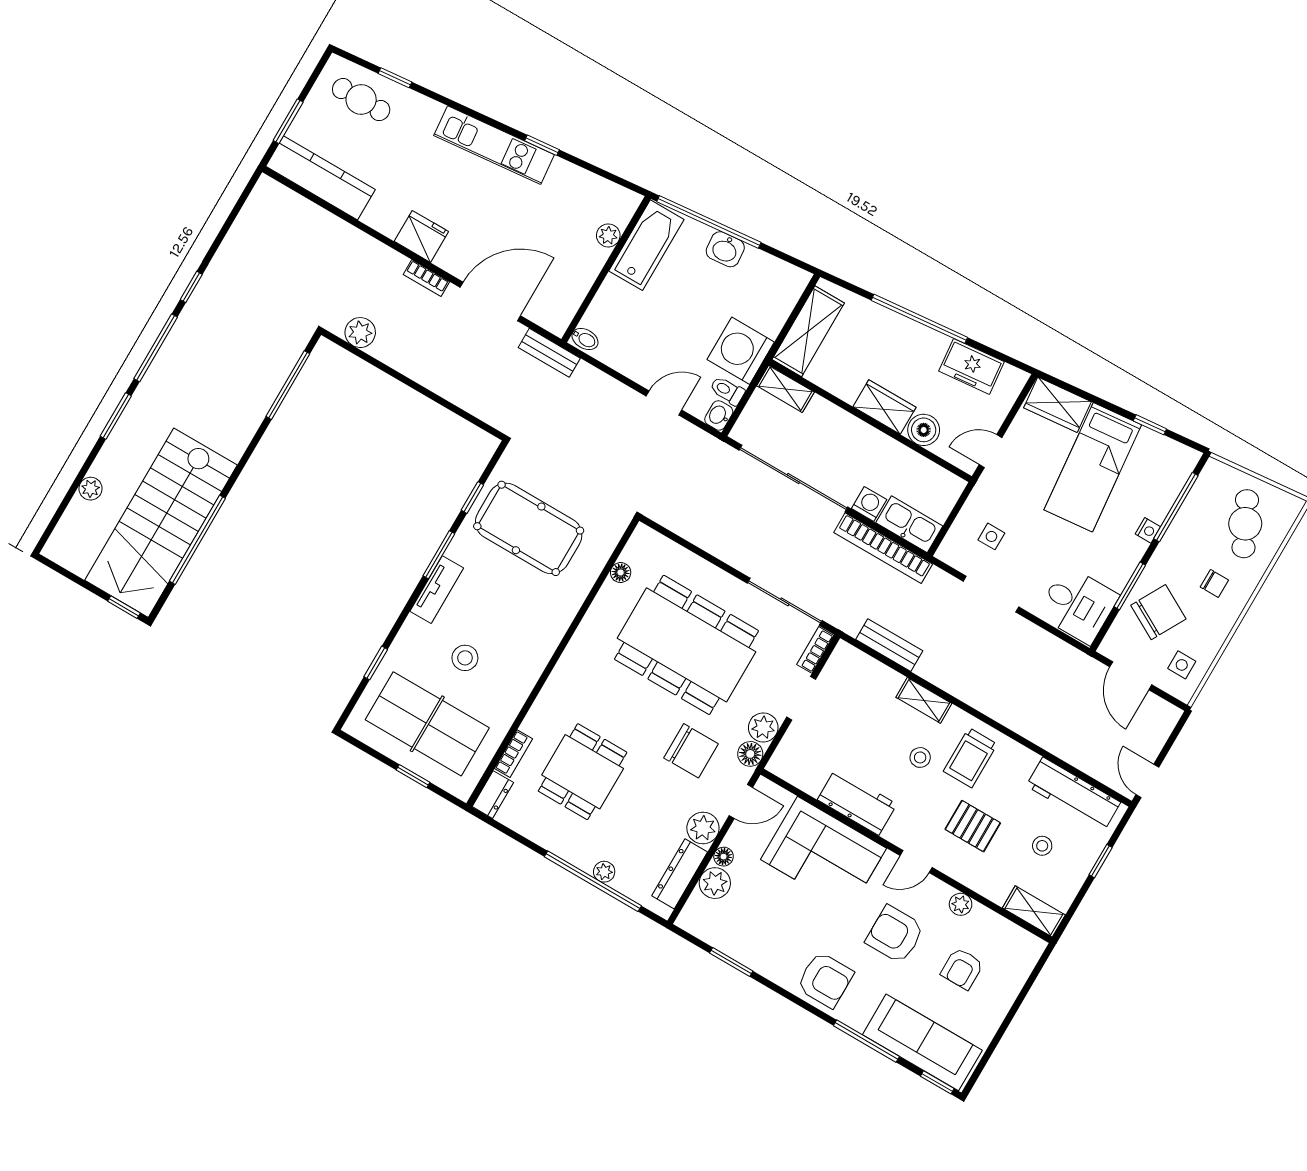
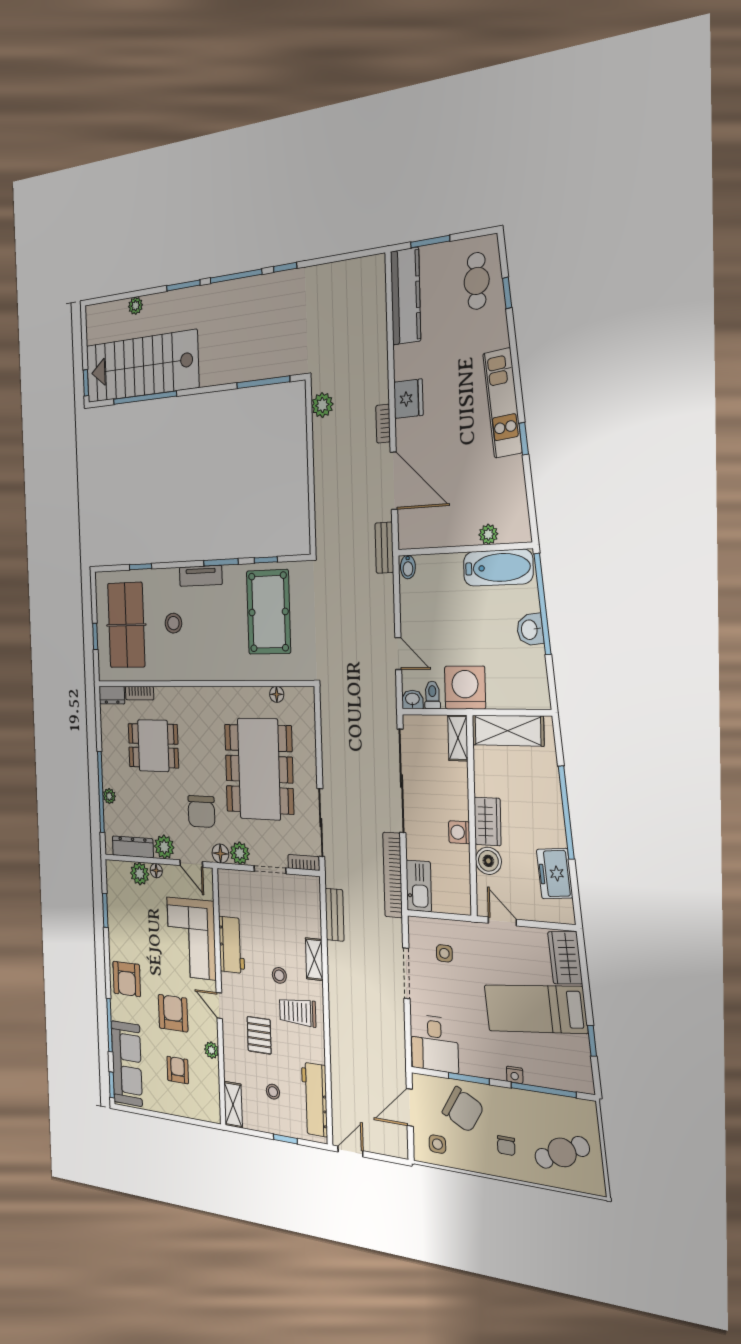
washing machine: (869, 504) -> (459, 832), moved, turned 180
armchair: (962, 969) -> (178, 1070), turned 90

